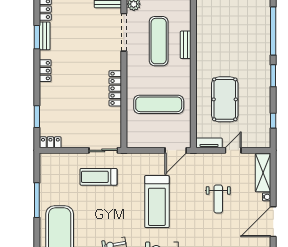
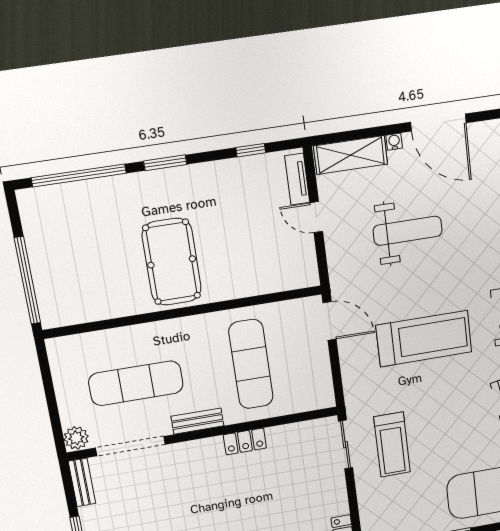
bench: (186, 45) -> (197, 421), moved
locker: (115, 88) -> (245, 441), width x0.66
pool table: (225, 99) -> (172, 262), moved, turned 90
tv unit: (209, 143) -> (297, 179), moved
weight bench: (218, 199) -> (408, 231), width x1.36, depth x1.33

